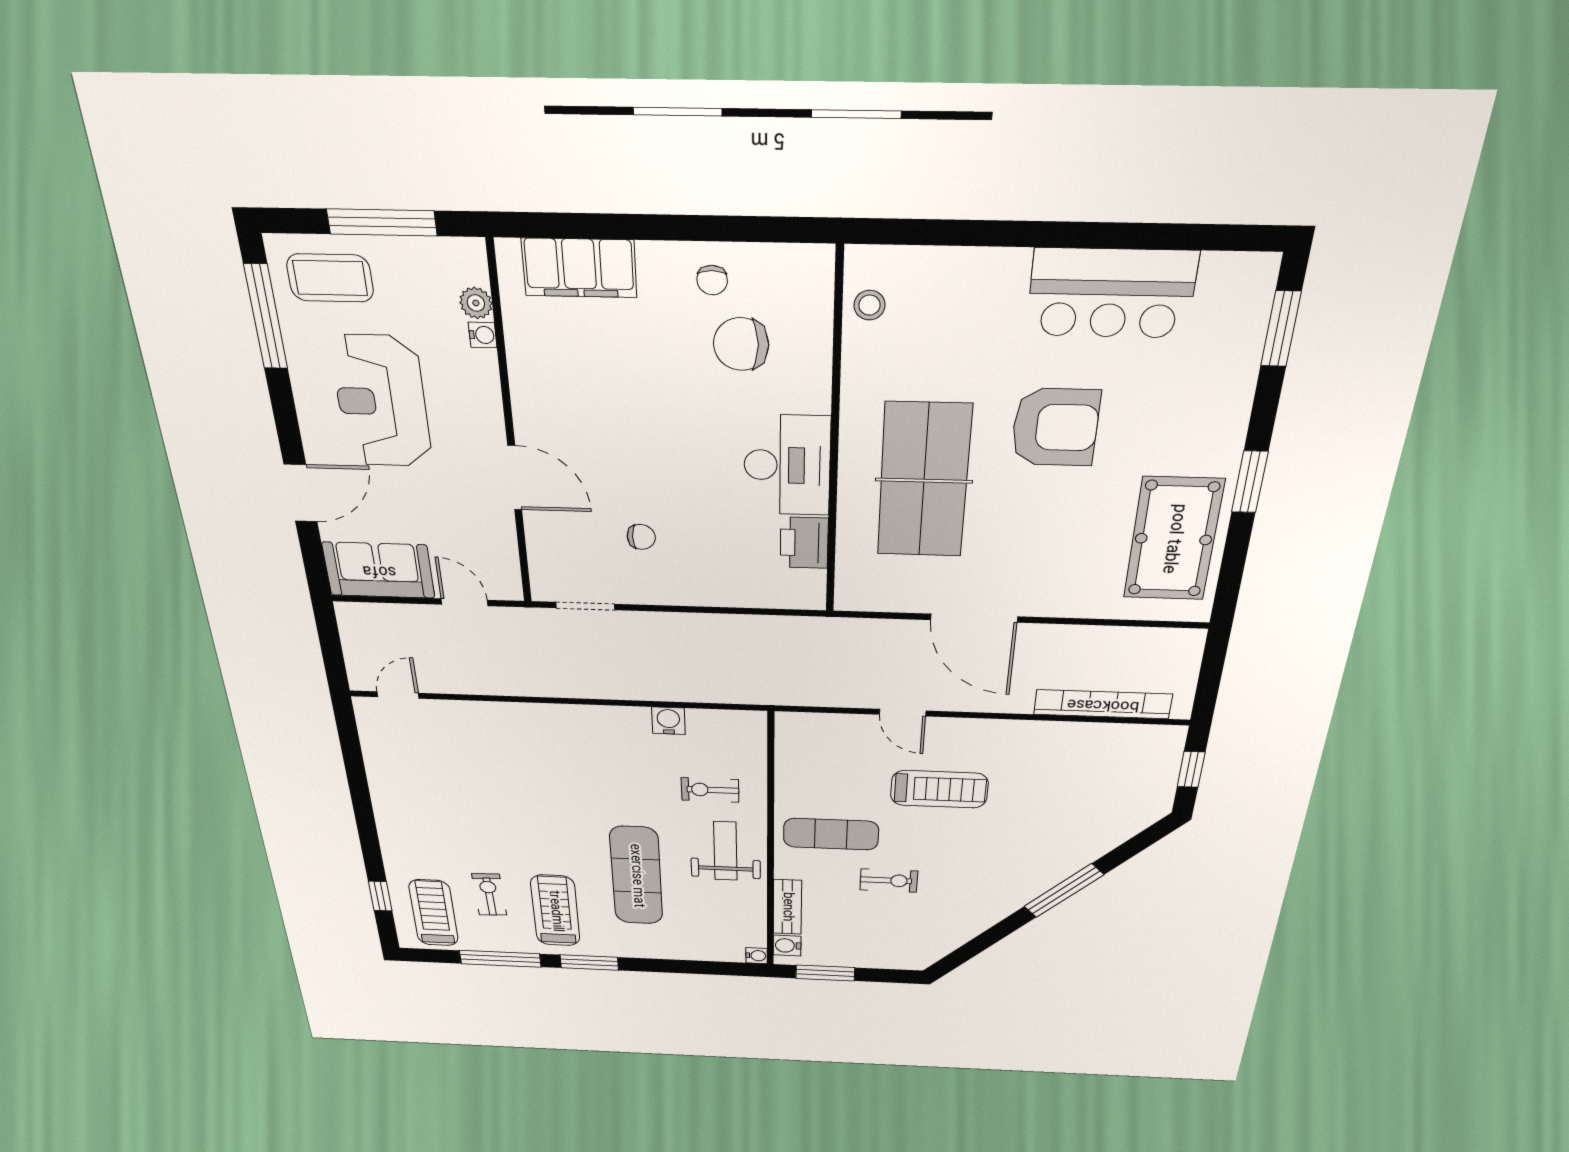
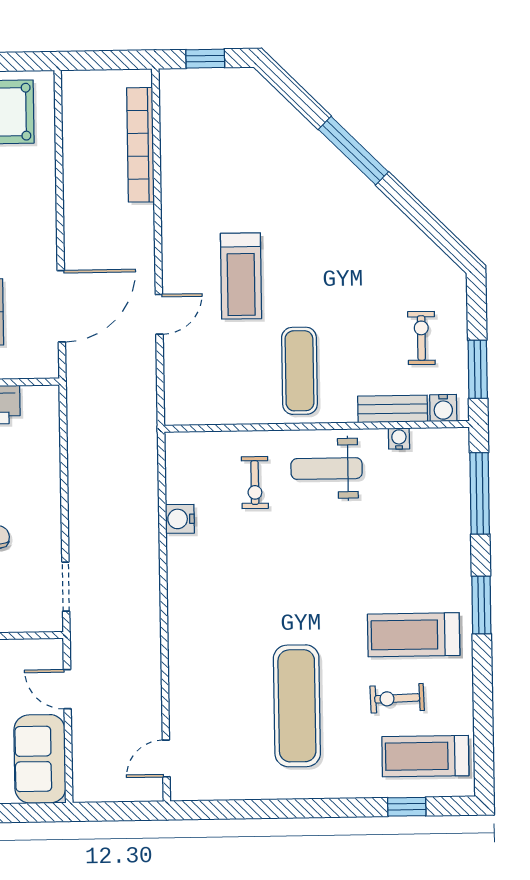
door: (465, 602) -> (67, 689), hinge flipped
door: (974, 618) -> (61, 306), moved
door: (398, 695) -> (166, 758), hinge flipped
treadmill: (939, 789) -> (241, 276), turned 180
exercise mat: (636, 876) -> (297, 706), moved, turned 90
exercise bike: (889, 880) -> (421, 338), moved
water cooler: (757, 956) -> (399, 439), moved
window: (500, 959) -> (480, 493), moved

